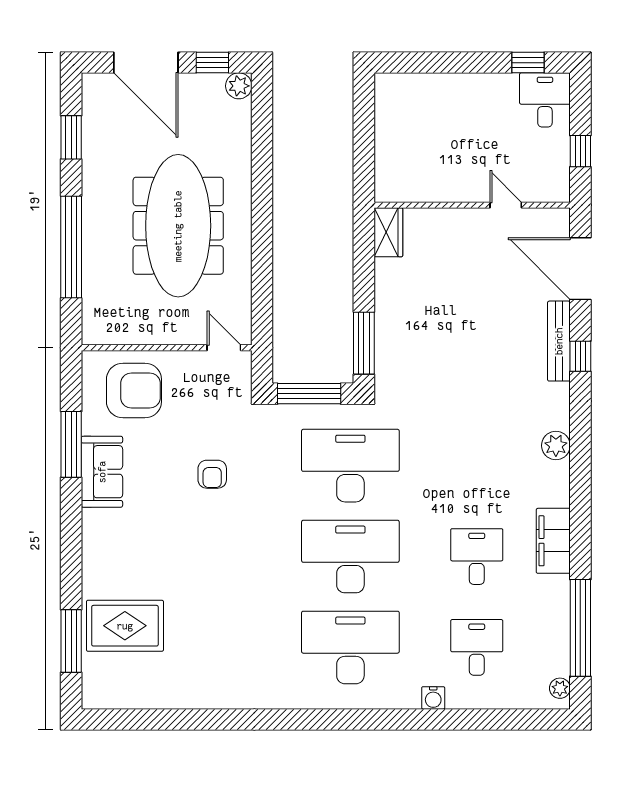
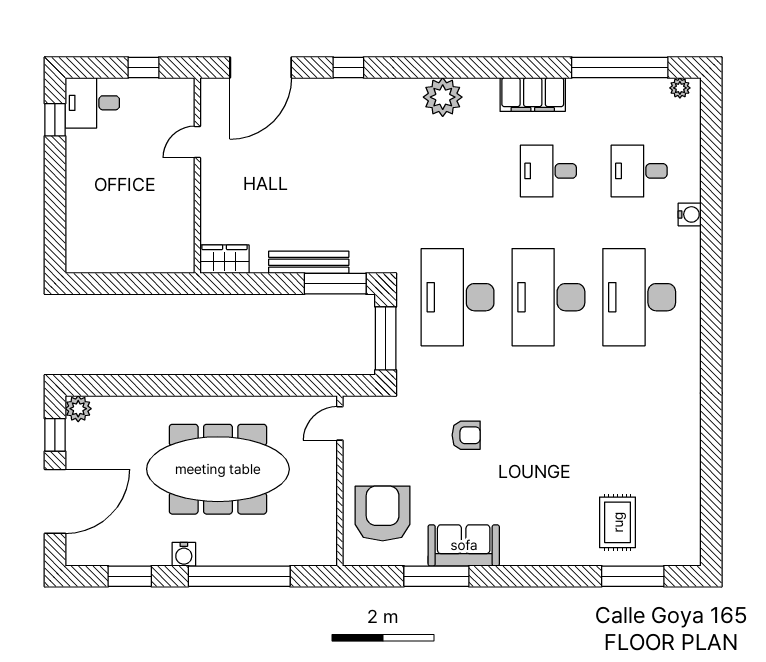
water cooler: (93, 192) -> (184, 554), added
bench: (559, 341) -> (309, 262), moved
plant: (556, 446) -> (443, 97), width x1.36, depth x1.36
rug: (125, 626) -> (618, 522), width x0.73, depth x0.70

